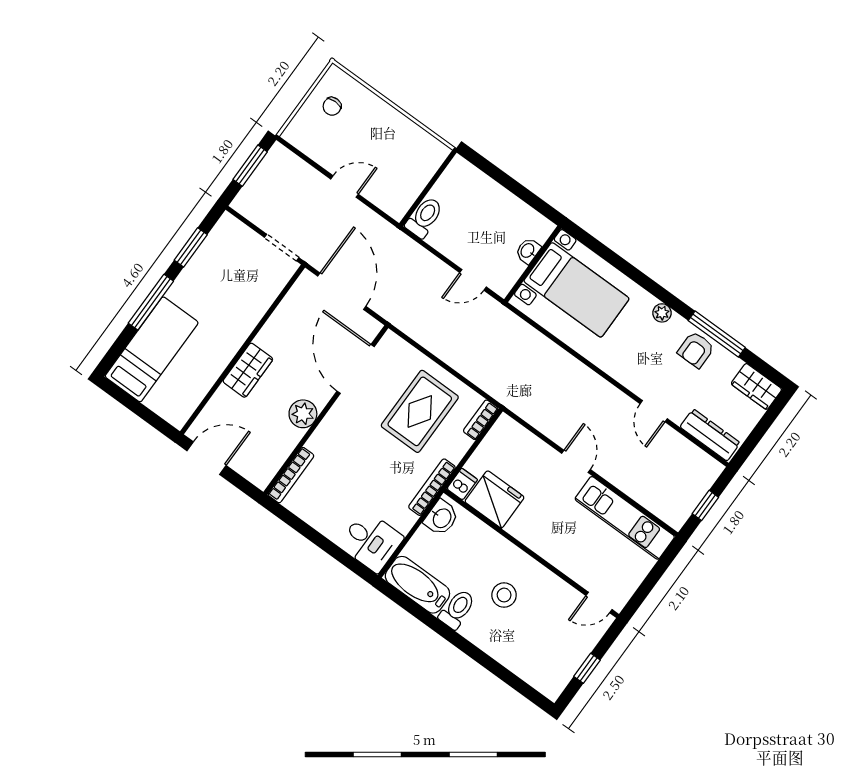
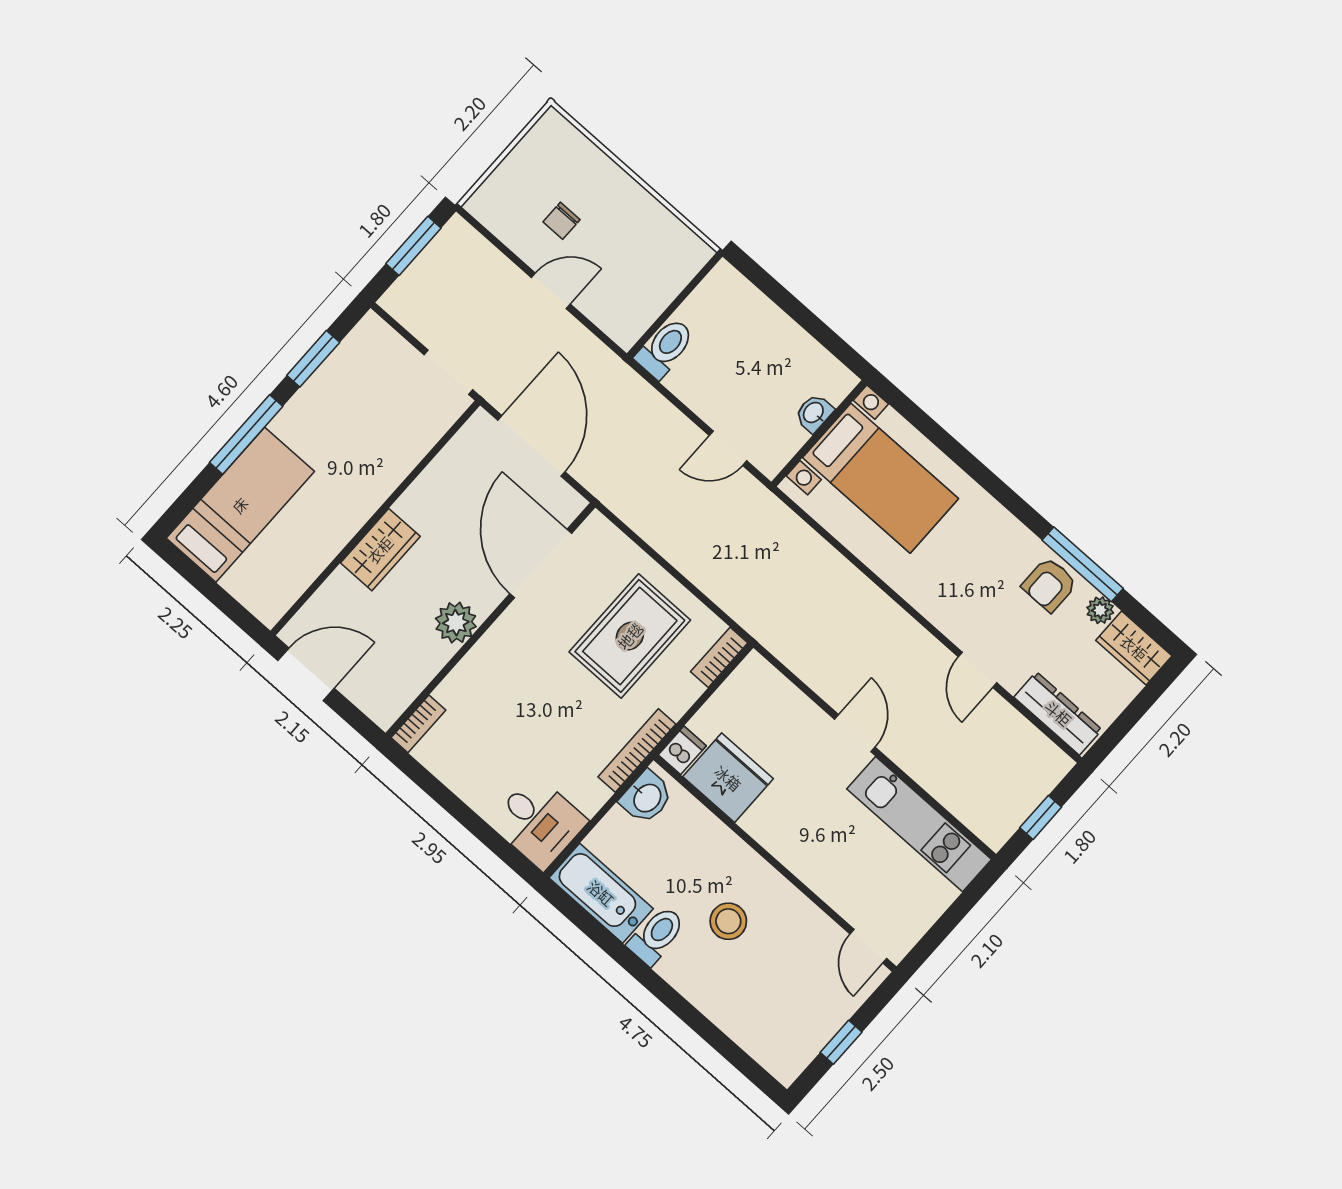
chair: (332, 106) -> (562, 221), moved
plant: (662, 313) -> (1100, 610), moved
bookcase: (291, 475) -> (418, 724), width x0.64
door: (599, 603) -> (868, 946), hinge flipped

